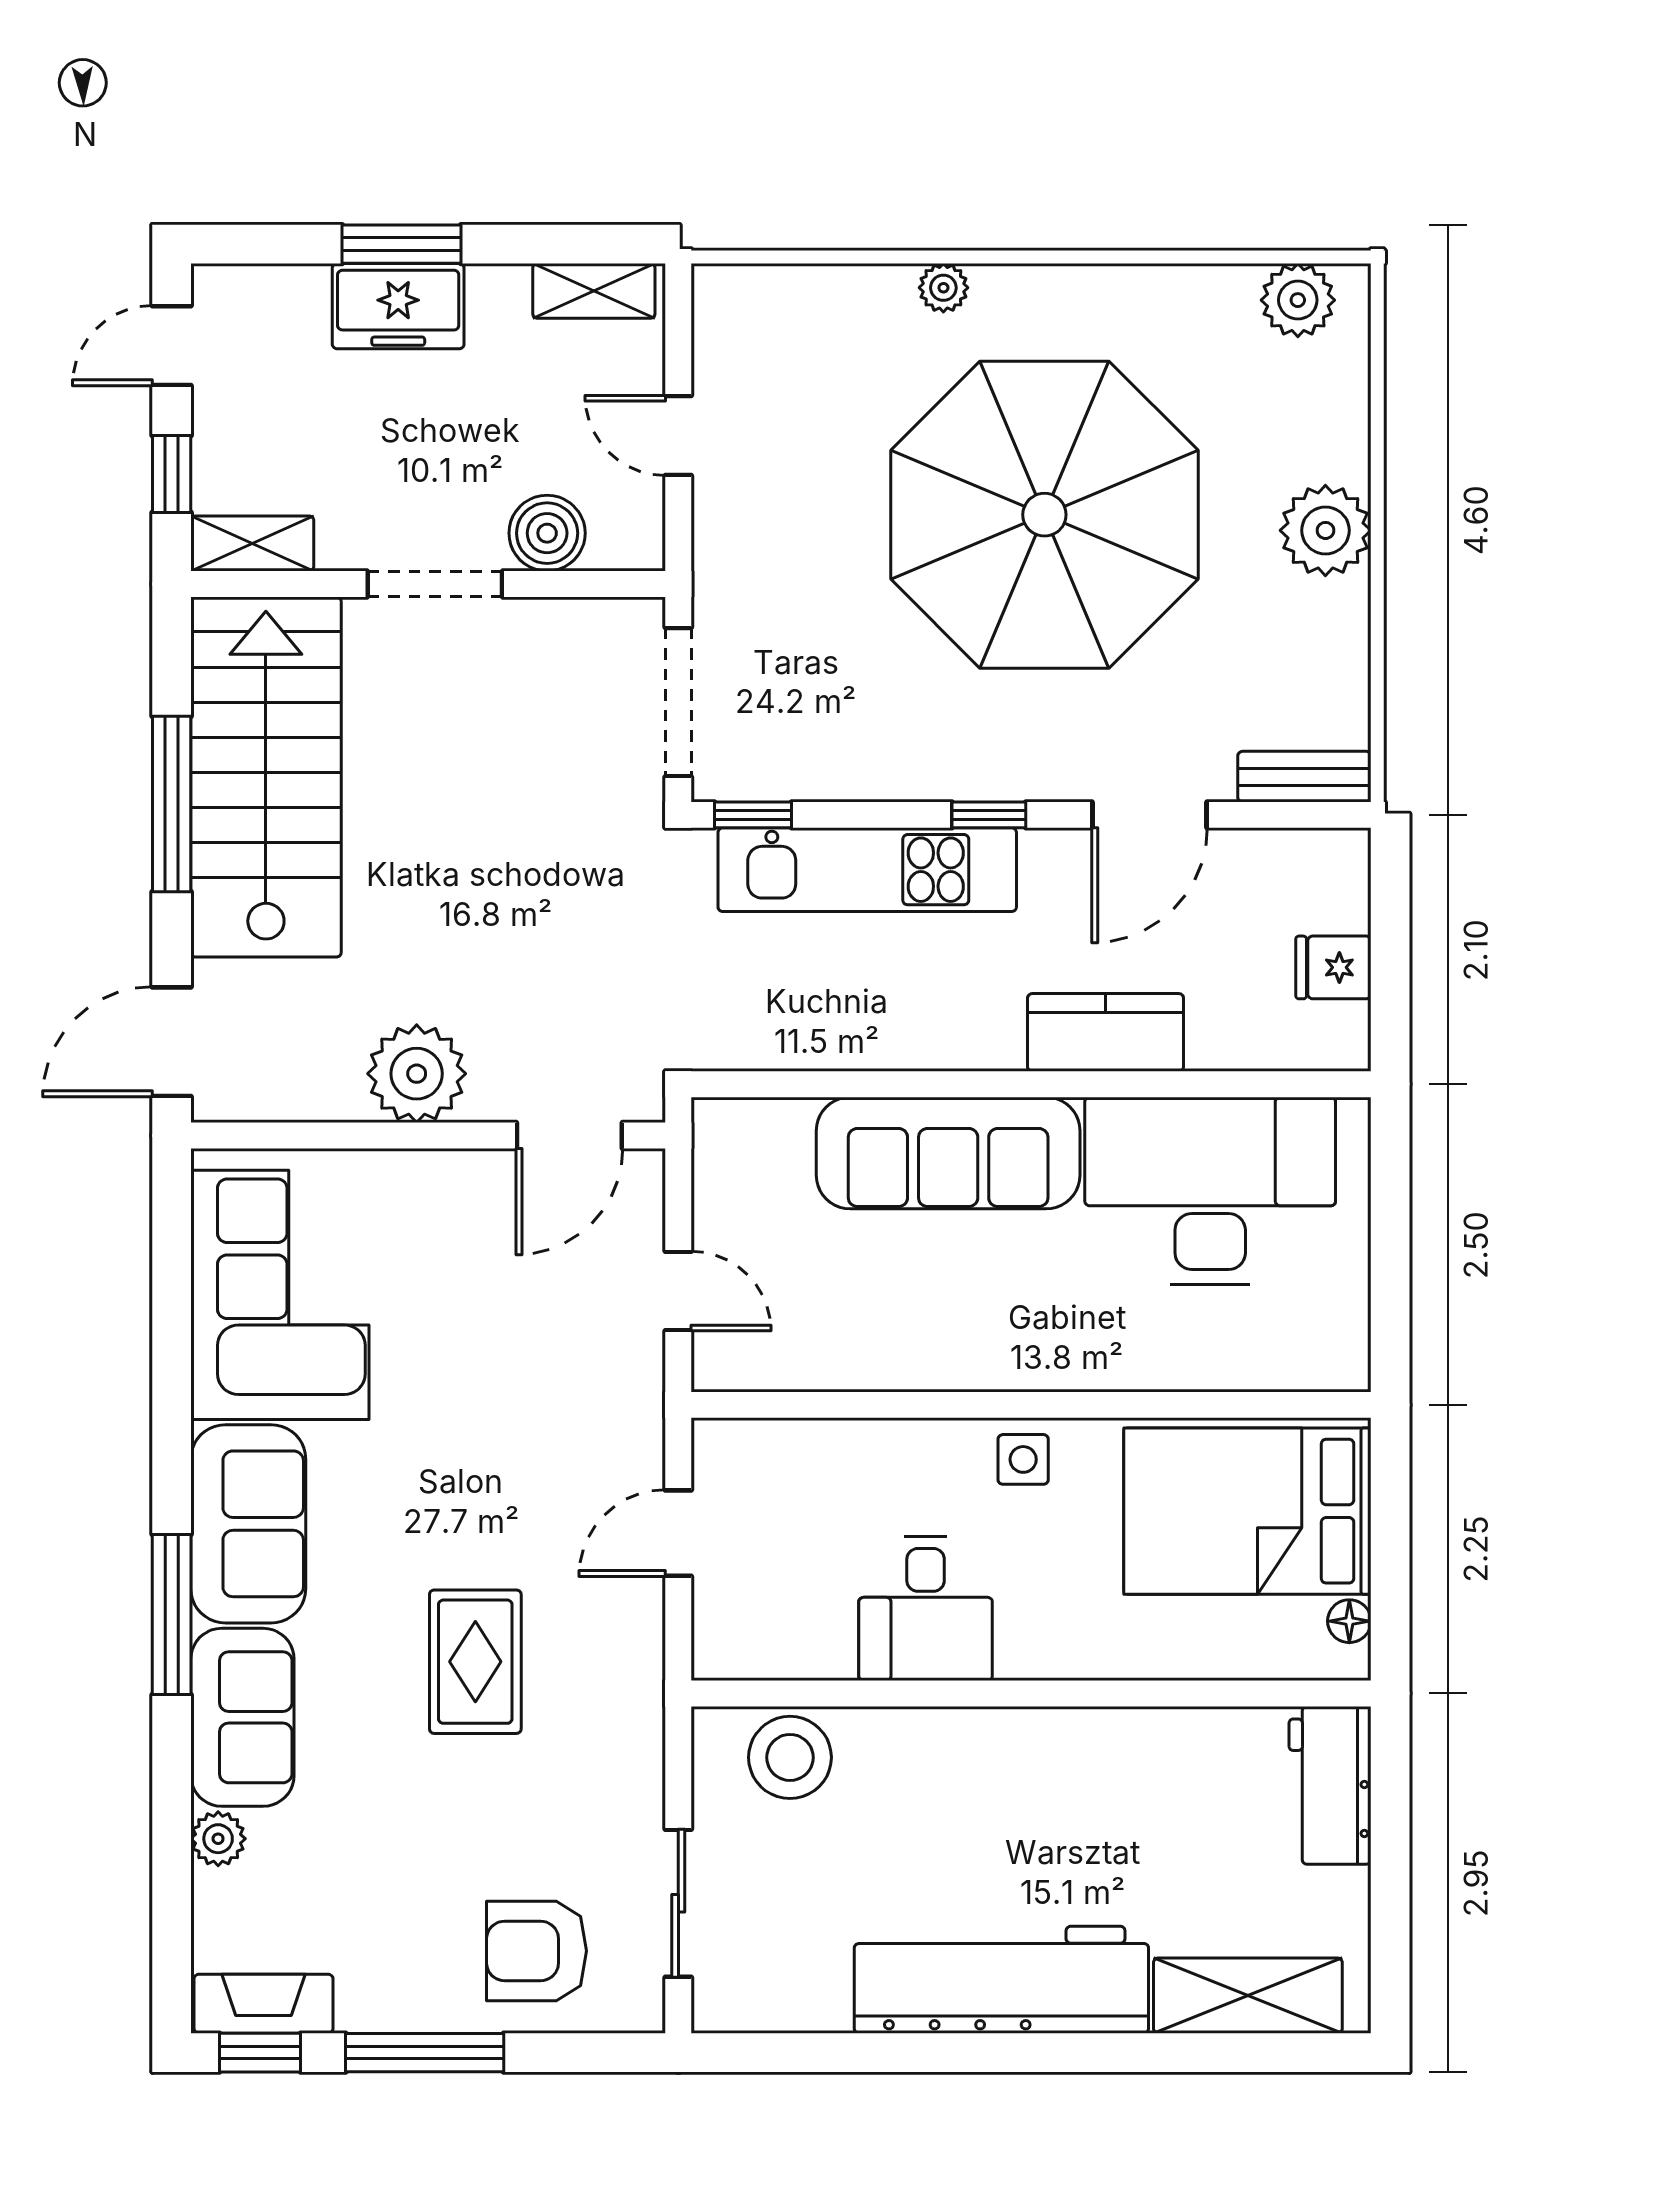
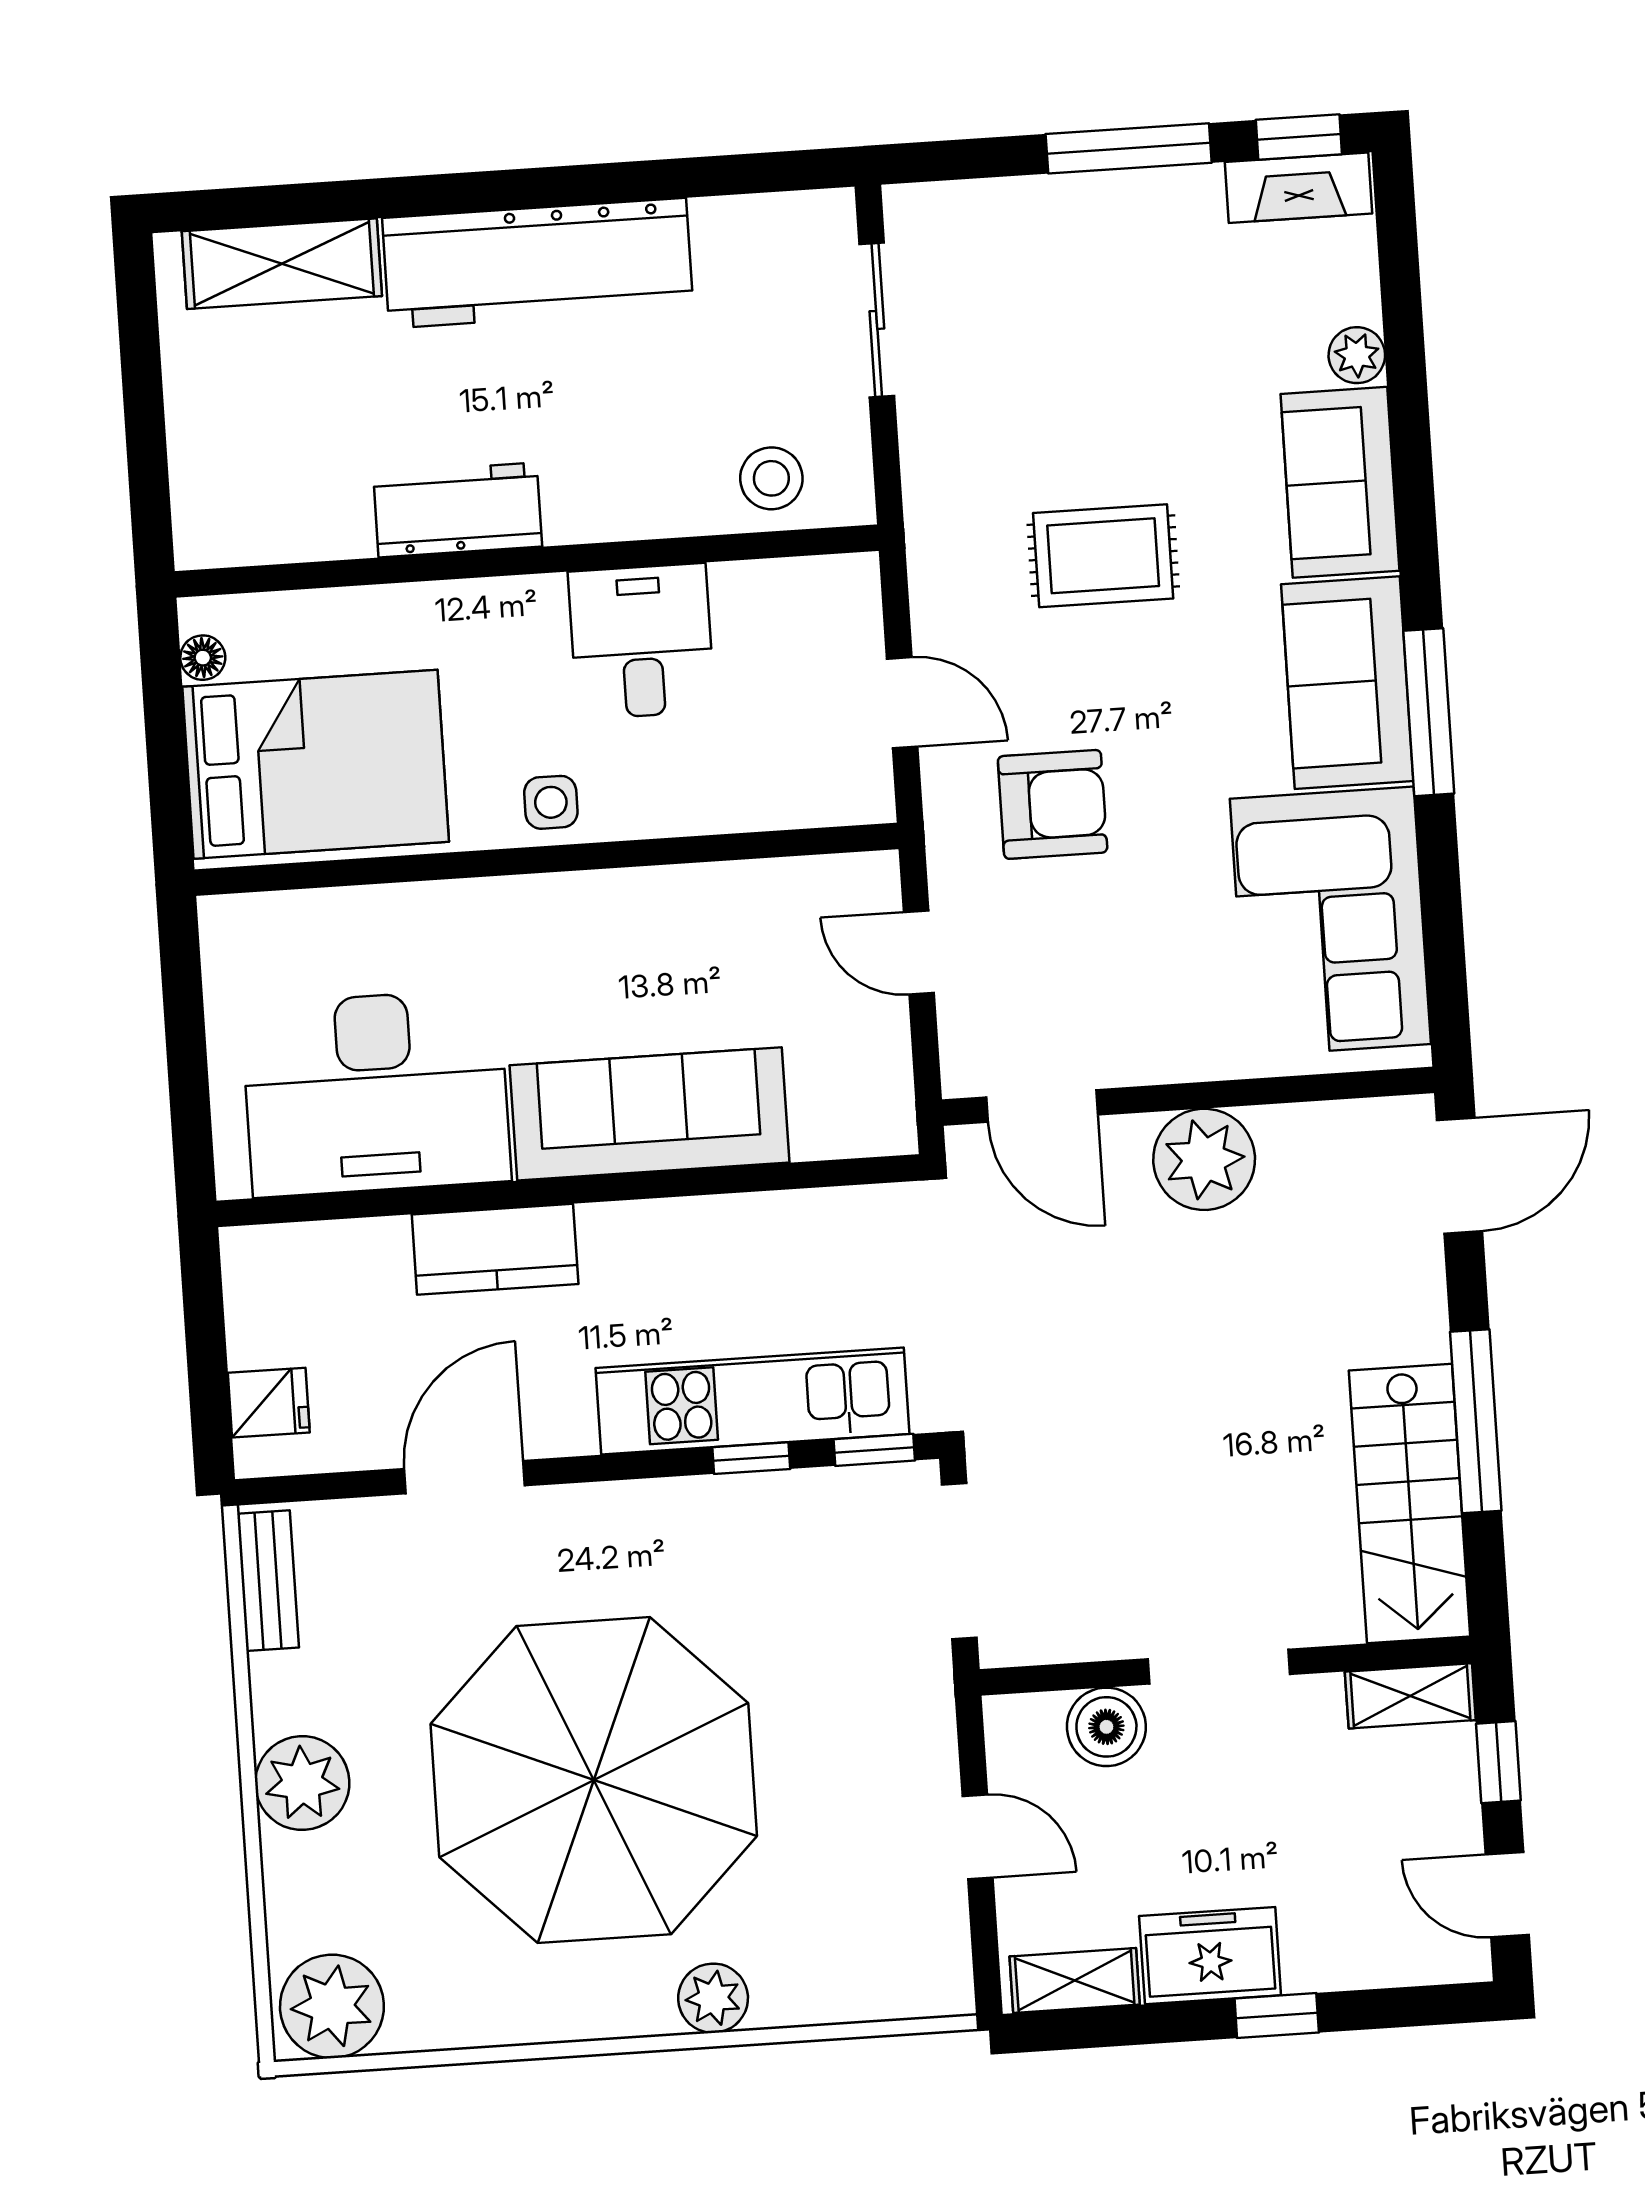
window: (402, 244) -> (1277, 2016), width x0.67
plant: (943, 288) -> (713, 1998), width x1.38, depth x1.38
plant: (1298, 300) -> (332, 2006), width x1.36, depth x1.36
freezer: (398, 306) -> (1210, 1956), moved
door: (172, 346) -> (1507, 1895), swing flipped
stairs: (266, 777) -> (1410, 1503), width x0.73, depth x0.66
bench: (1304, 777) -> (268, 1581), moved, turned 90
window: (989, 815) -> (751, 1458), moved
fridge: (1333, 967) -> (269, 1403), moved
door: (569, 1136) -> (1042, 1106), swing flipped
door: (678, 1533) -> (902, 703), hinge flipped
window: (172, 1614) -> (1429, 712), moved
rug: (475, 1662) -> (1103, 556), turned 90
stool: (790, 1757) -> (771, 478), width x0.73, depth x0.73
workbench: (1330, 1785) -> (458, 510), moved, turned -90
armchair: (537, 1951) -> (1053, 804), moved

